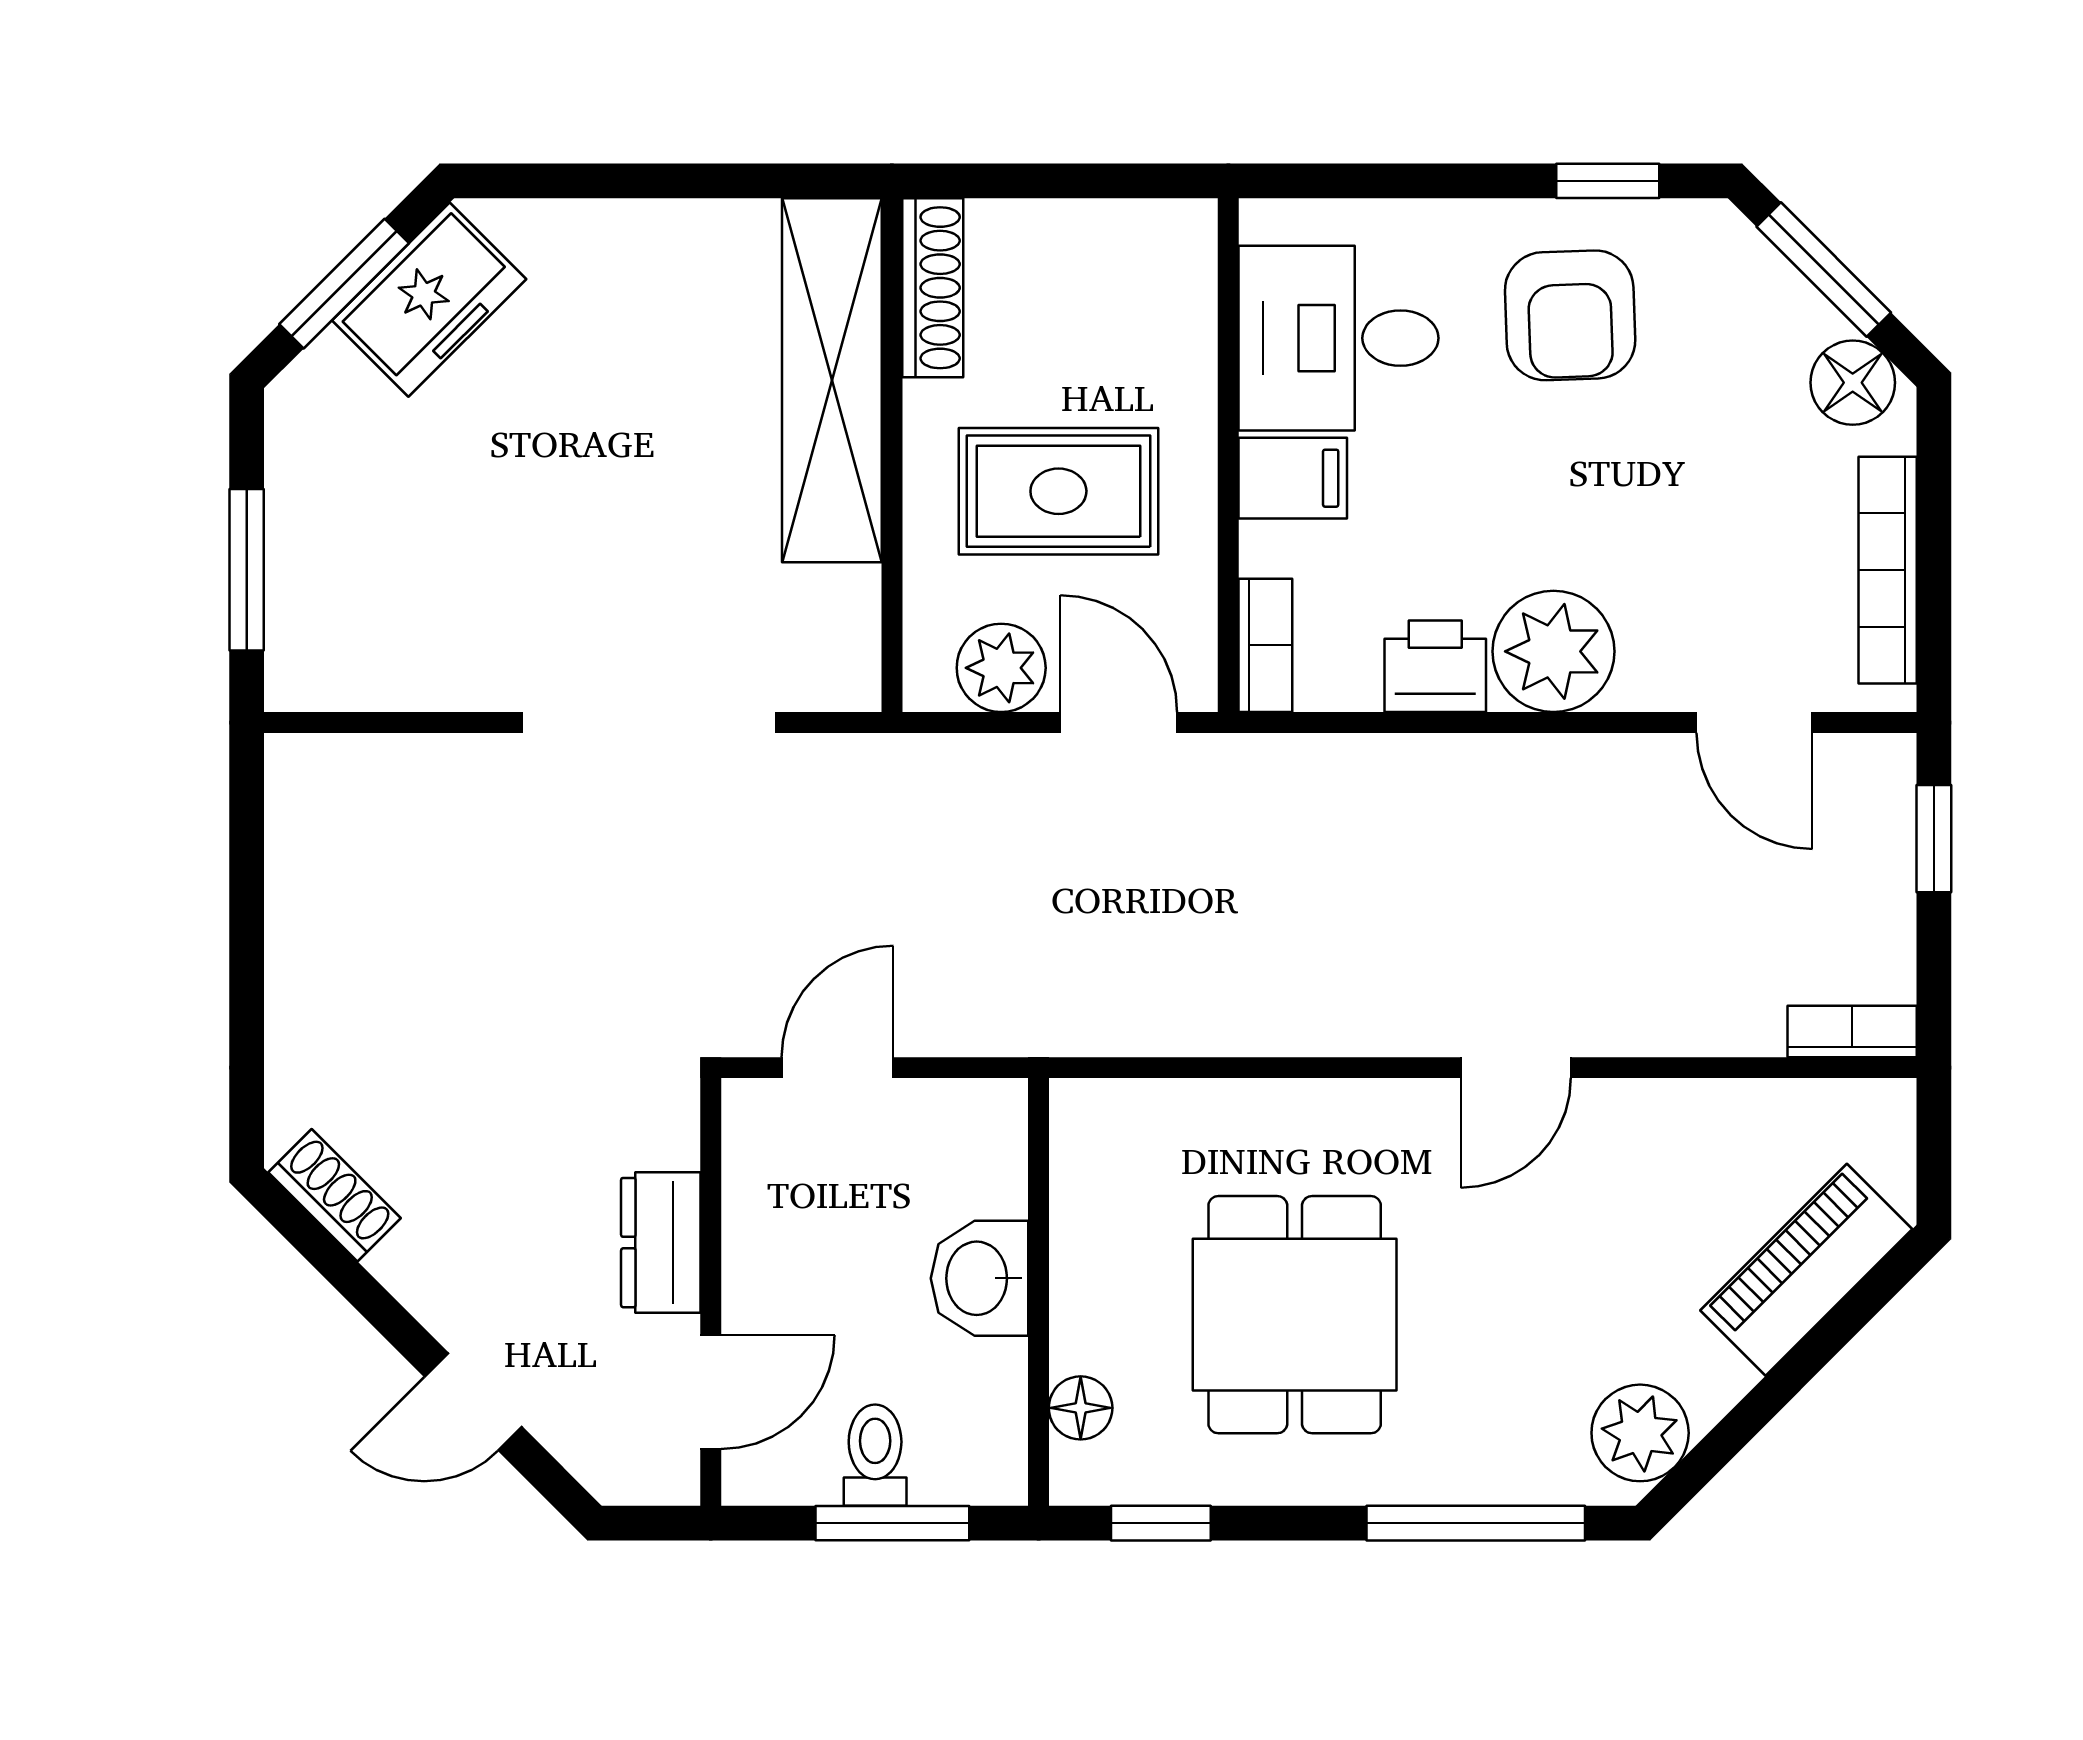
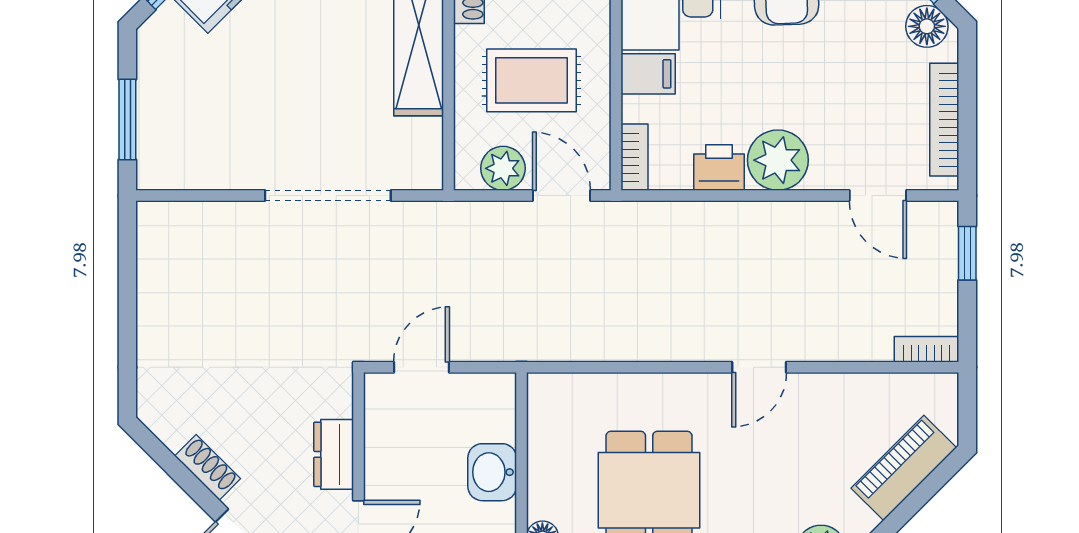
shoe rack: (335, 1195) -> (208, 467), moved

